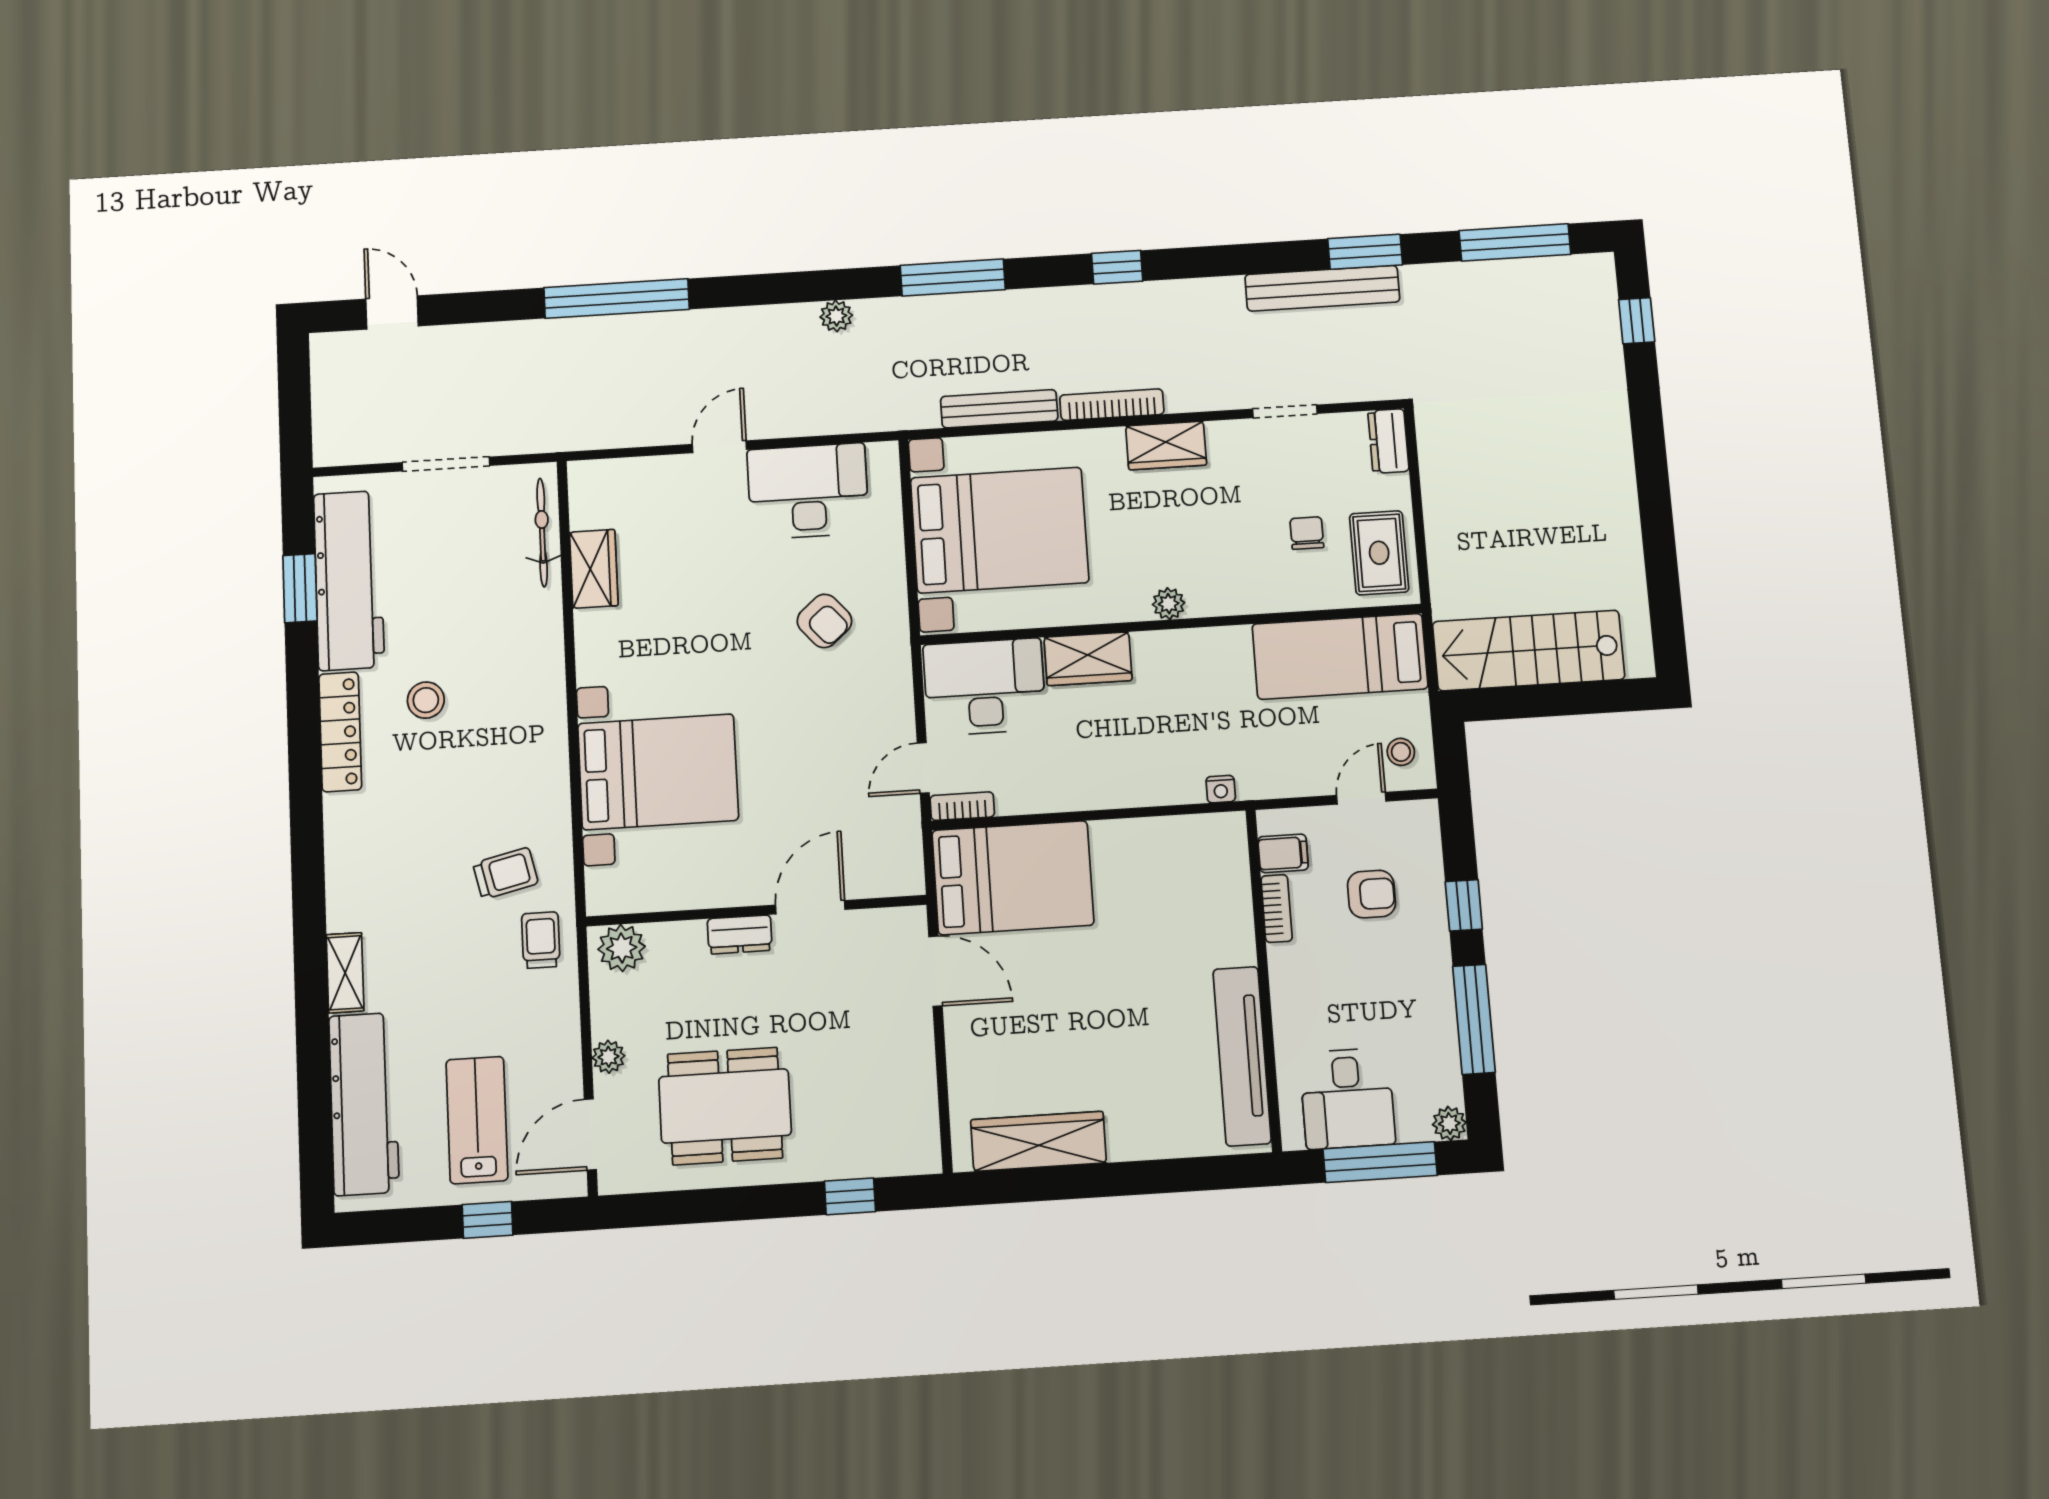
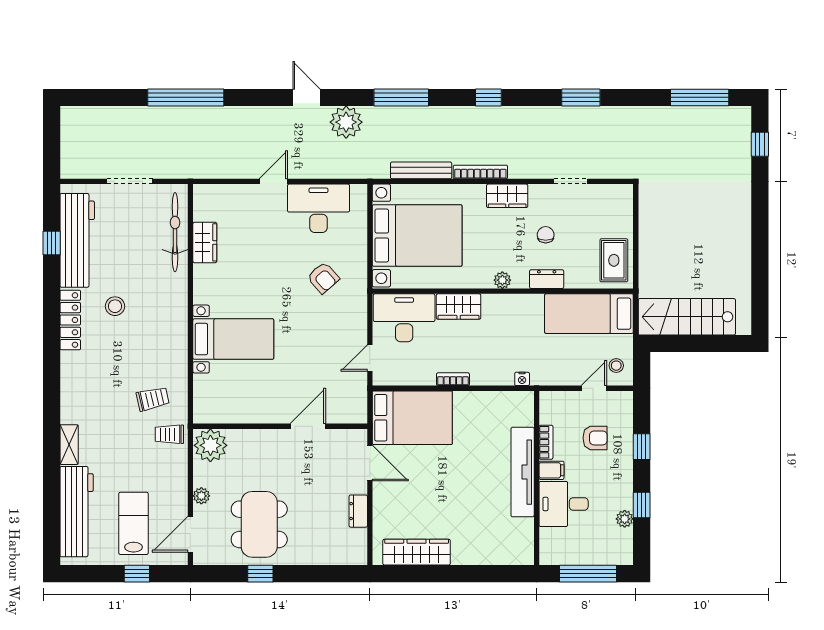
window: (1365, 252) -> (581, 97), moved
bench: (1322, 288) -> (596, 116), removed
window: (617, 298) -> (186, 97), moved
door: (392, 312) -> (306, 97), moved
plant: (836, 316) -> (346, 122), width x1.88, depth x1.88
dresser: (1388, 441) -> (547, 279), moved, turned 90
bicycle: (542, 533) -> (175, 232), width x1.37, depth x1.40
chair: (1307, 533) -> (546, 235), moved
window: (300, 588) -> (52, 243), width x0.67
bed with nightstands: (658, 772) -> (233, 339), width x0.73
bookcase: (962, 806) -> (453, 379), moved
filing cabinet: (1283, 853) -> (551, 470), moved
dresser: (740, 934) -> (358, 511), moved, turned 90
trolley: (541, 940) -> (169, 434), turned -90
plant: (622, 948) -> (210, 445), width x1.36, depth x1.36
window: (1474, 1019) -> (642, 505), width x0.46
tv unit: (1242, 1056) -> (523, 472), moved
desk: (1347, 1098) -> (564, 504), moved, turned 90
dining table: (725, 1106) -> (259, 524), turned 90
plant: (1449, 1123) -> (625, 519), moved
window: (850, 1196) -> (260, 574), moved

